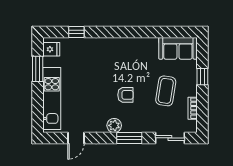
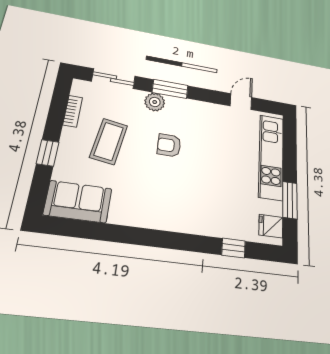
plant: (114, 125) -> (155, 102), moved

